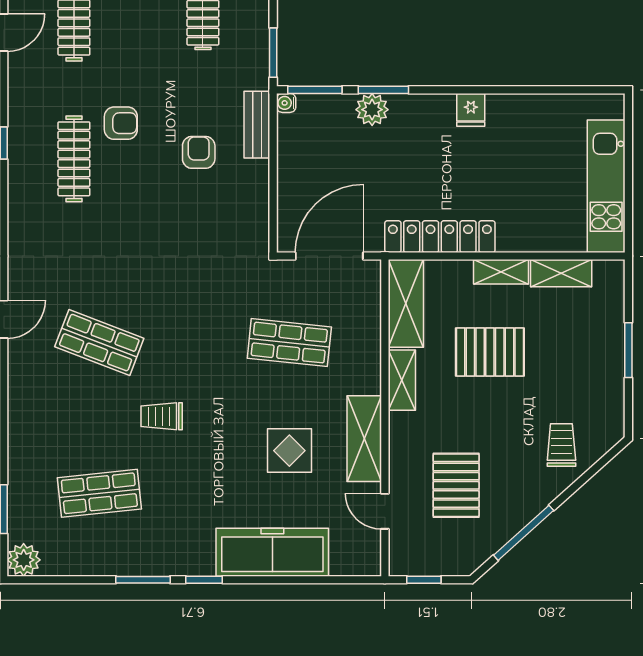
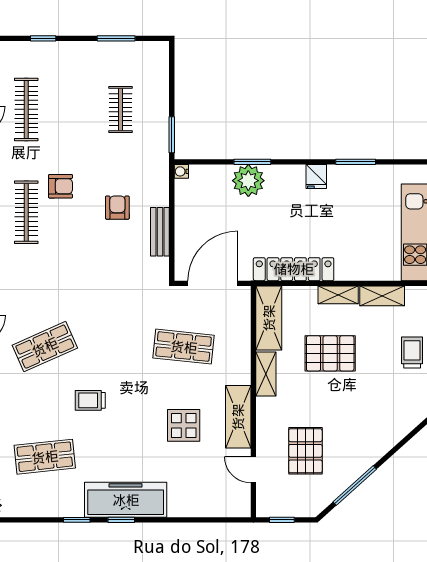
window: (315, 90) -> (356, 162), moved
plant: (372, 110) -> (248, 181), width x1.36, depth x1.36
bench: (257, 125) -> (160, 232), moved
shop shelf: (99, 343) -> (45, 347), turned -45
trolley: (561, 445) -> (412, 353), moved
freezer: (272, 552) -> (126, 500), moved
window: (143, 580) -> (77, 520), width x0.67

